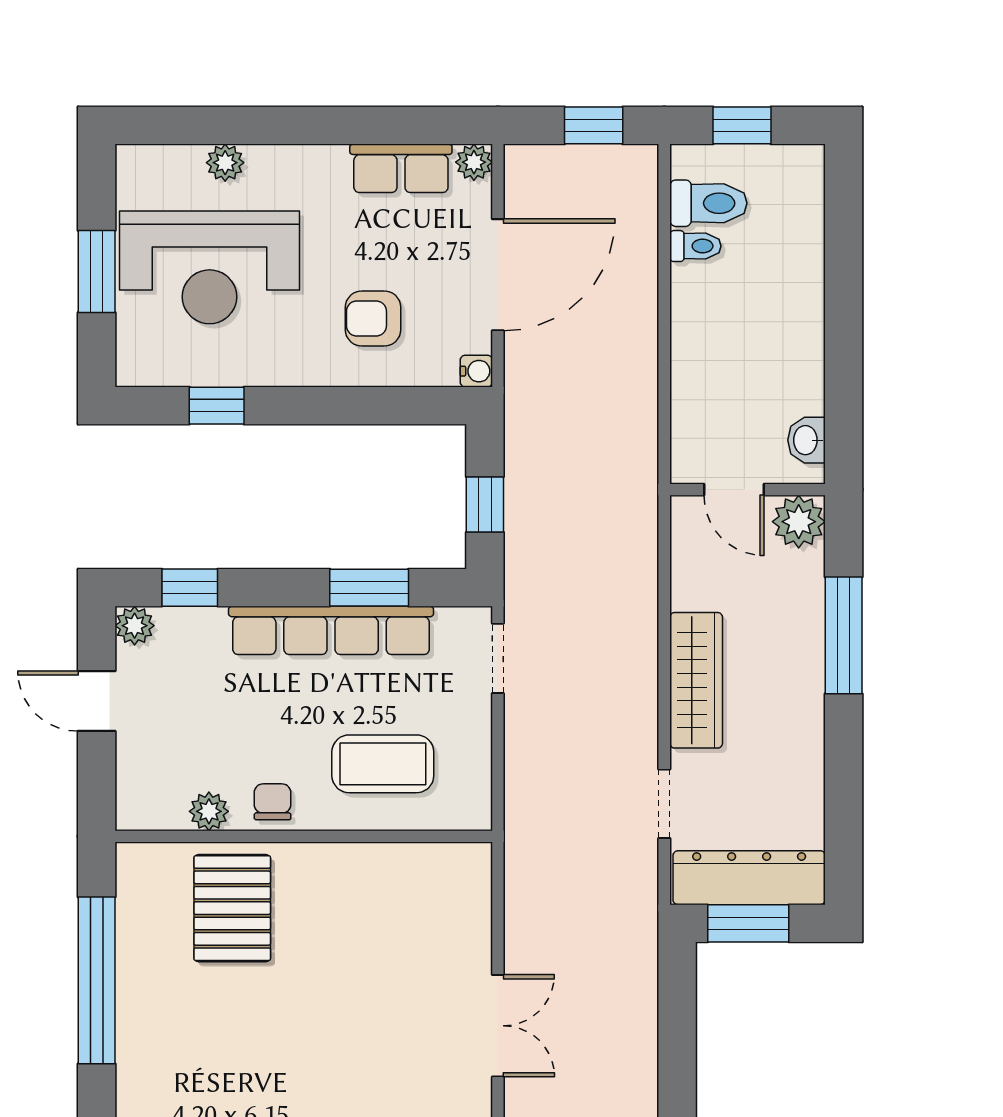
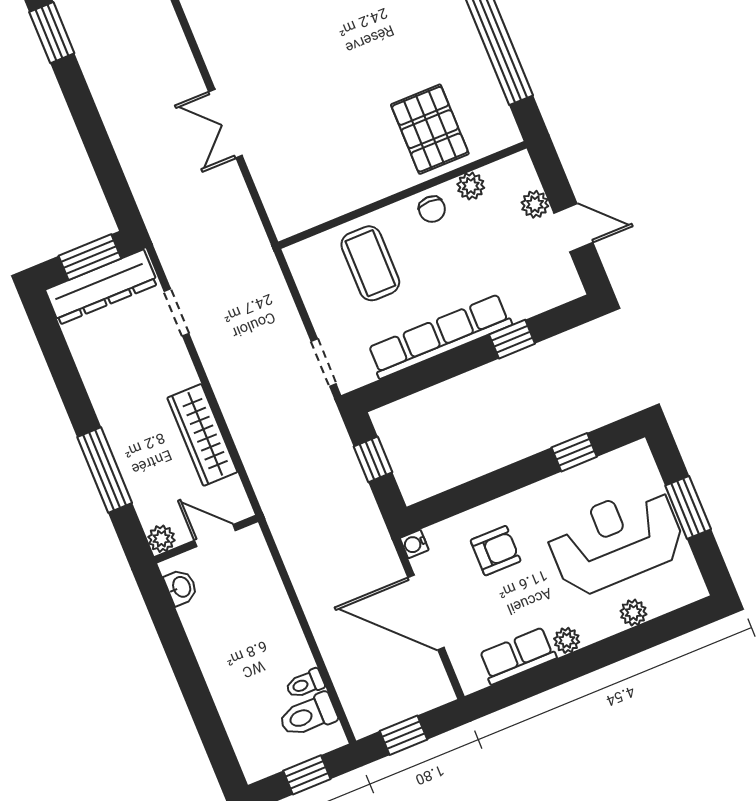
plant: (474, 162) -> (567, 640), moved
door: (498, 275) -> (426, 612), hinge flipped
plant: (799, 522) -> (161, 539), width x0.73, depth x0.73
window: (190, 588) -> (512, 339), moved
window: (369, 588) -> (426, 374), removed
plant: (135, 626) -> (535, 204), moved
wardrobe: (696, 680) -> (202, 435), moved
coffee table: (383, 764) -> (370, 263), turned 90

